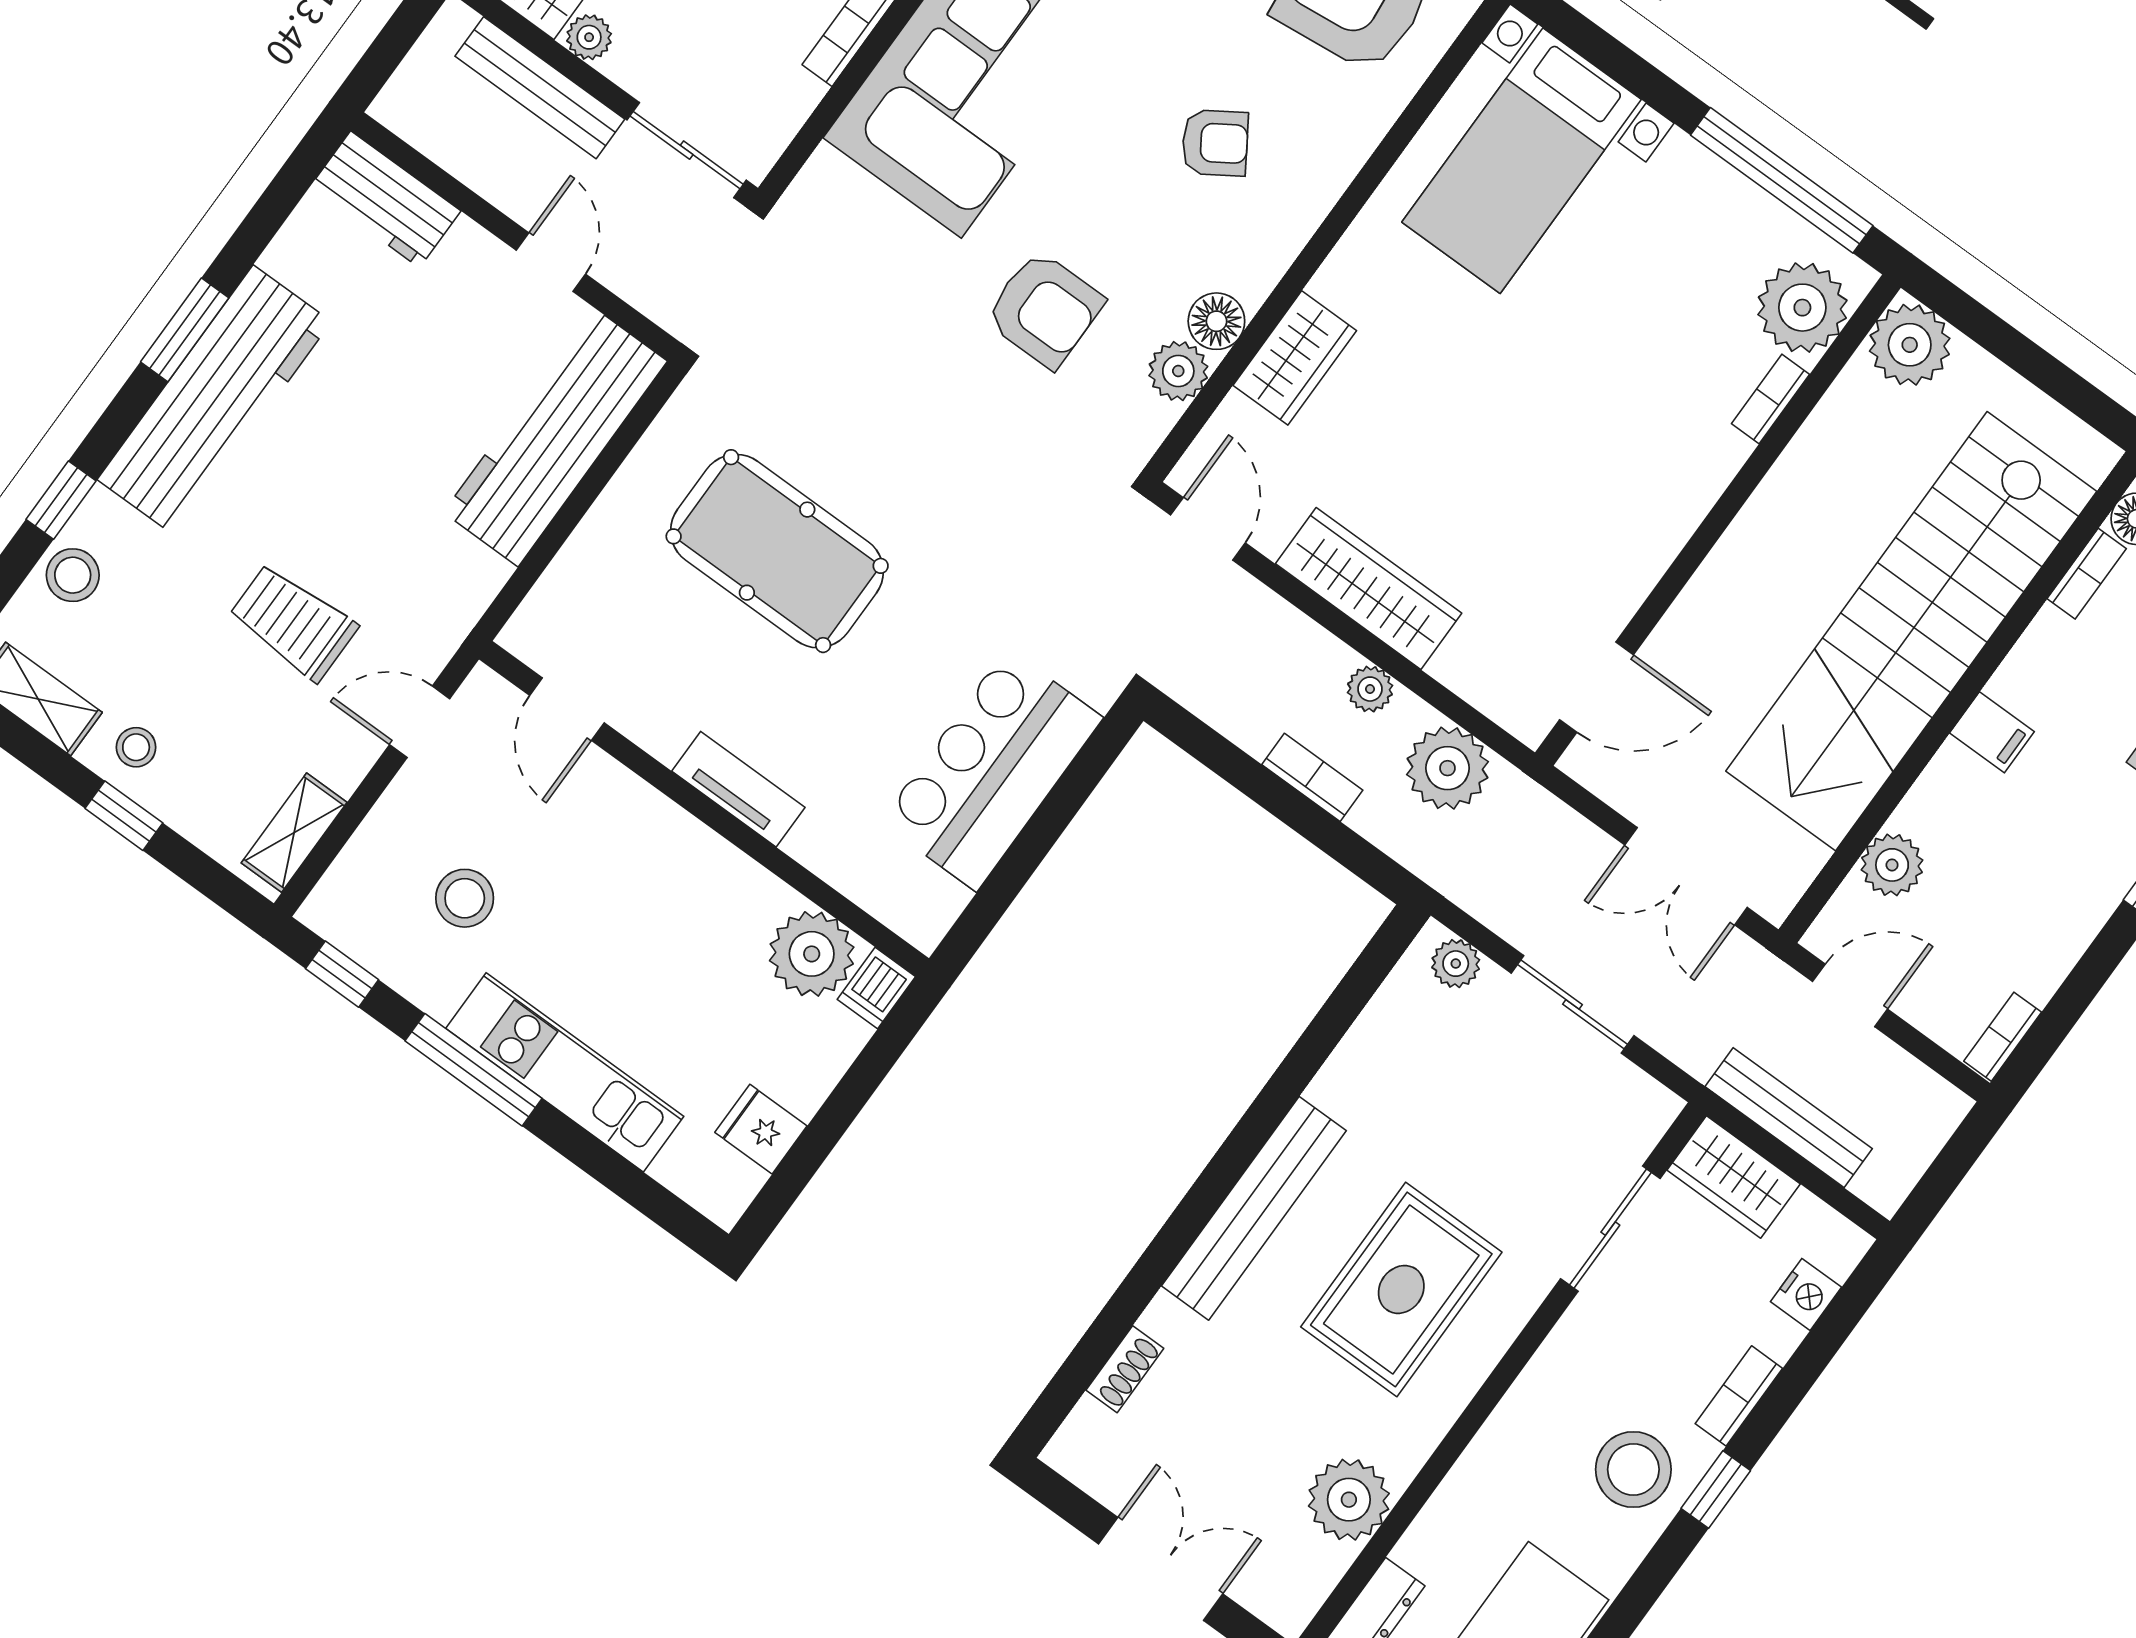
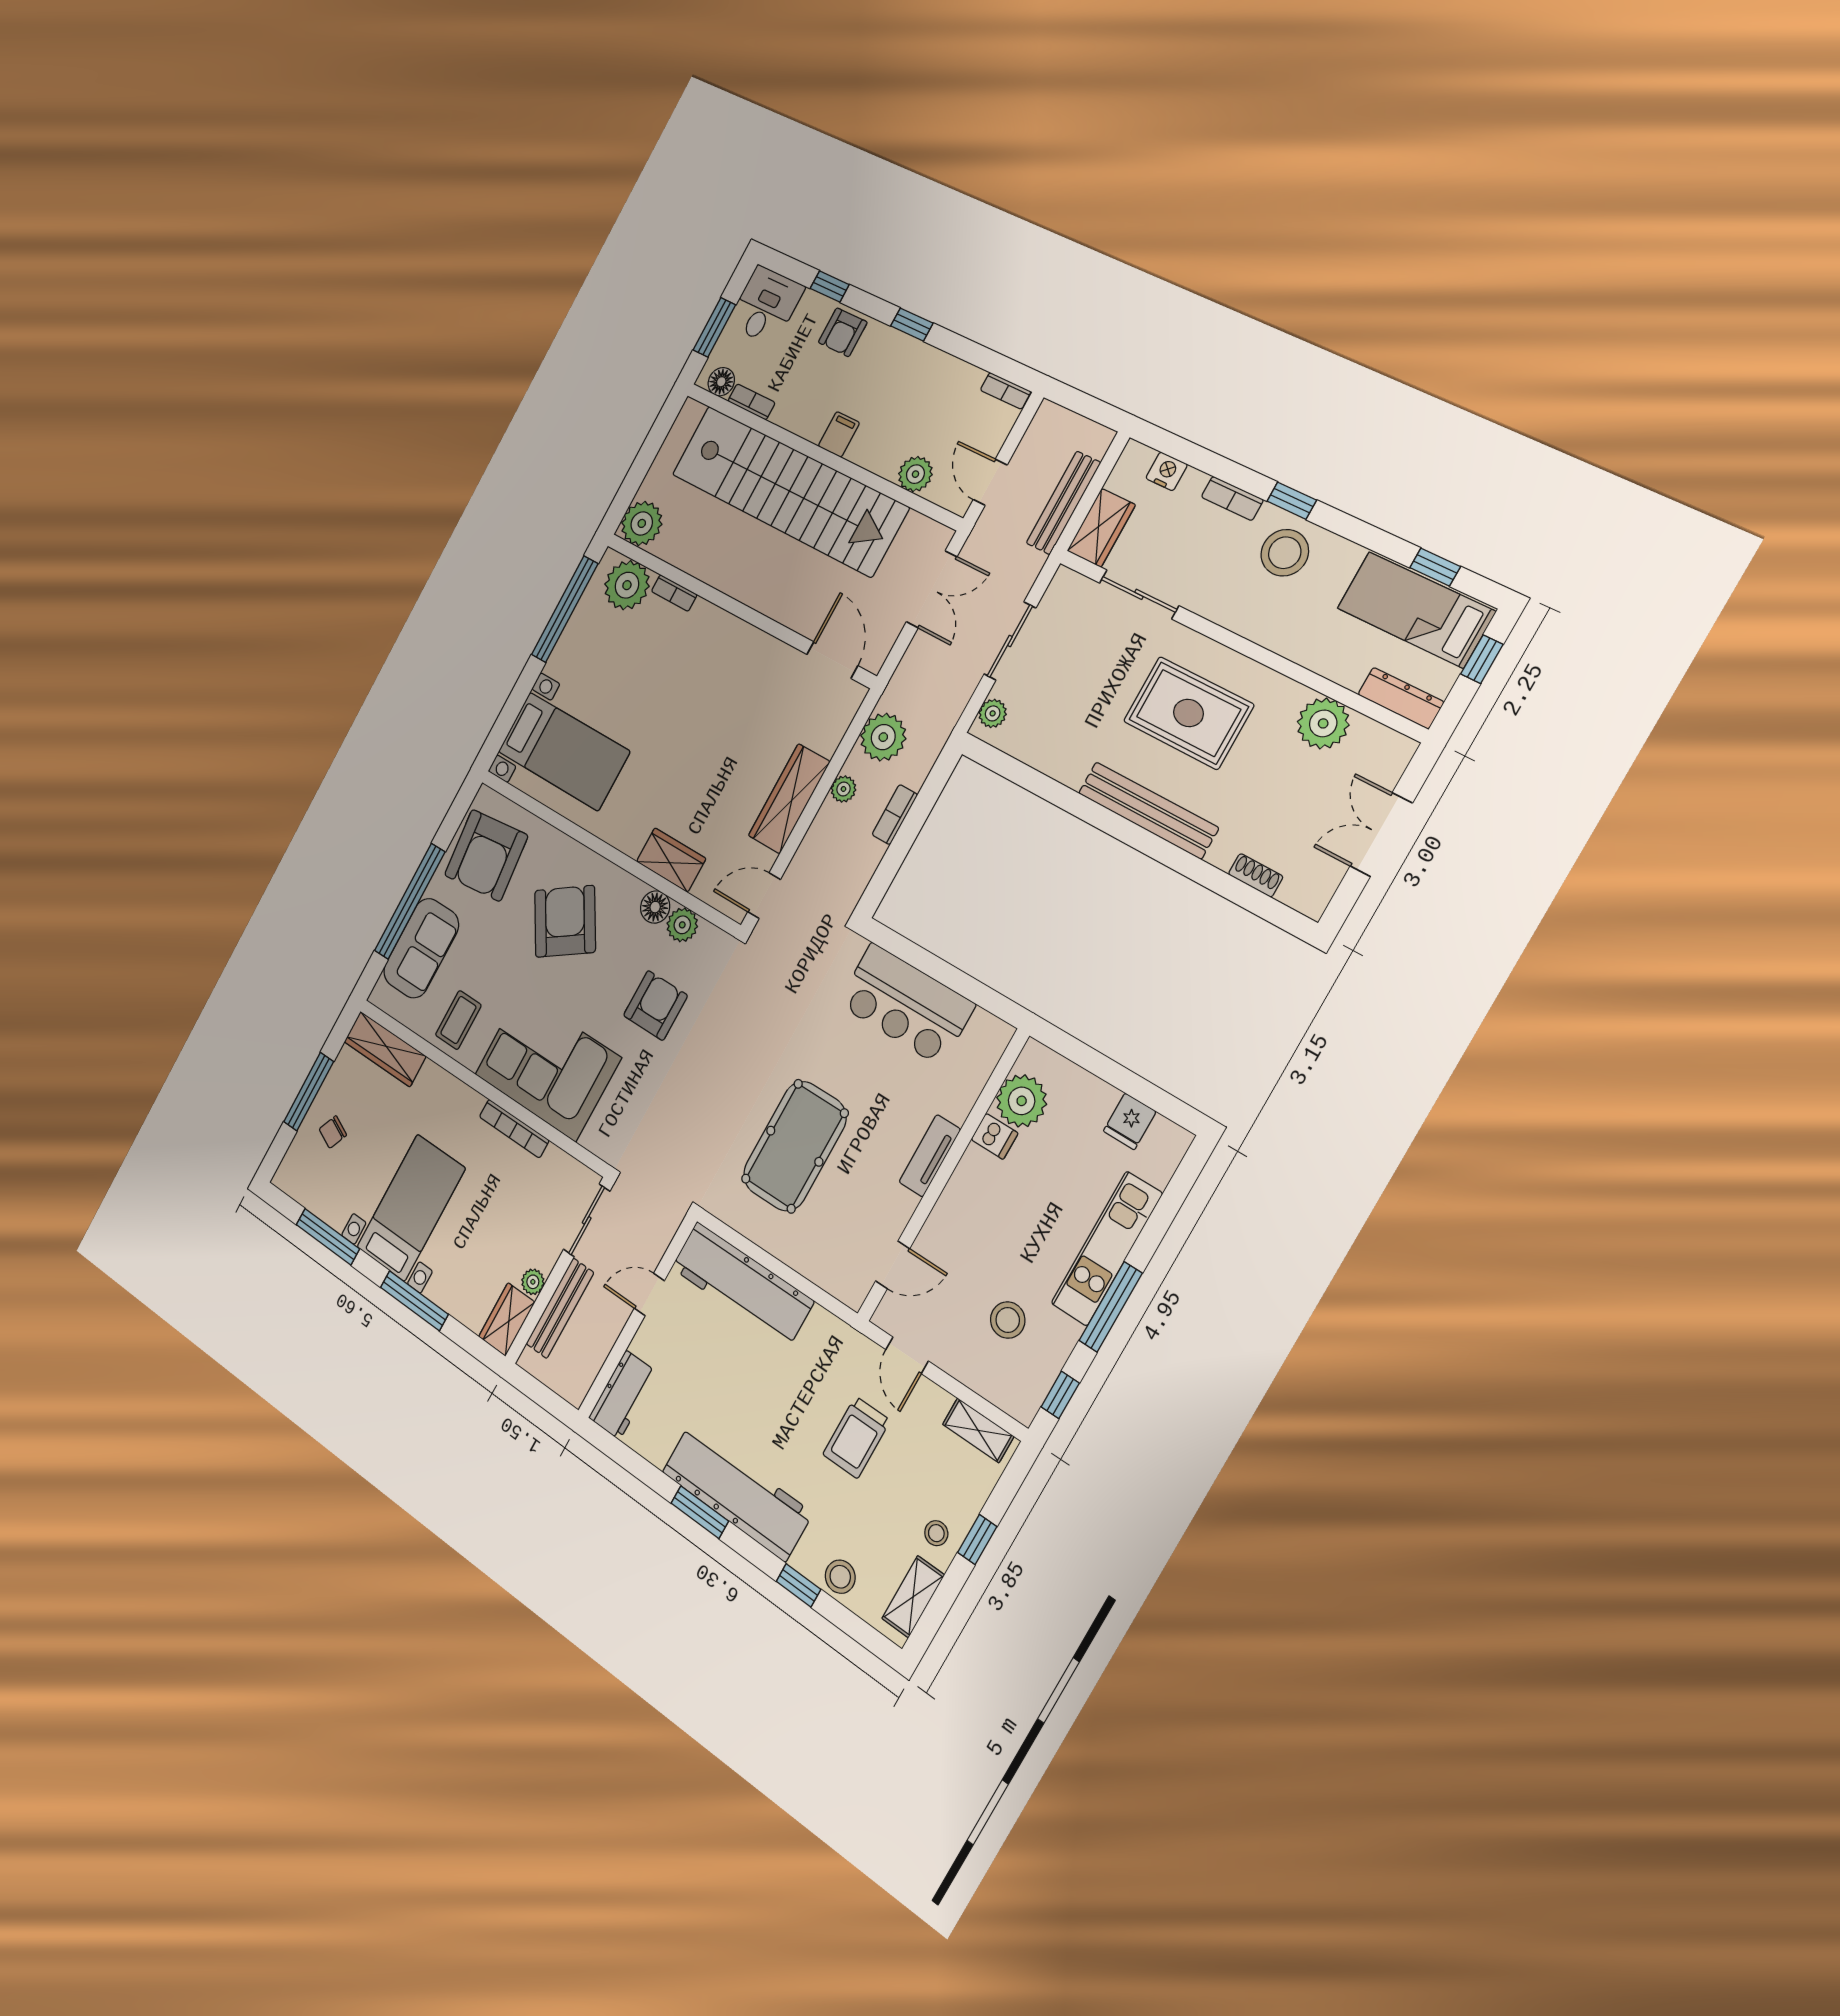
armchair: (1215, 143) -> (565, 921), width x1.88, depth x1.88
dishwasher: (876, 988) -> (994, 1136), moved

